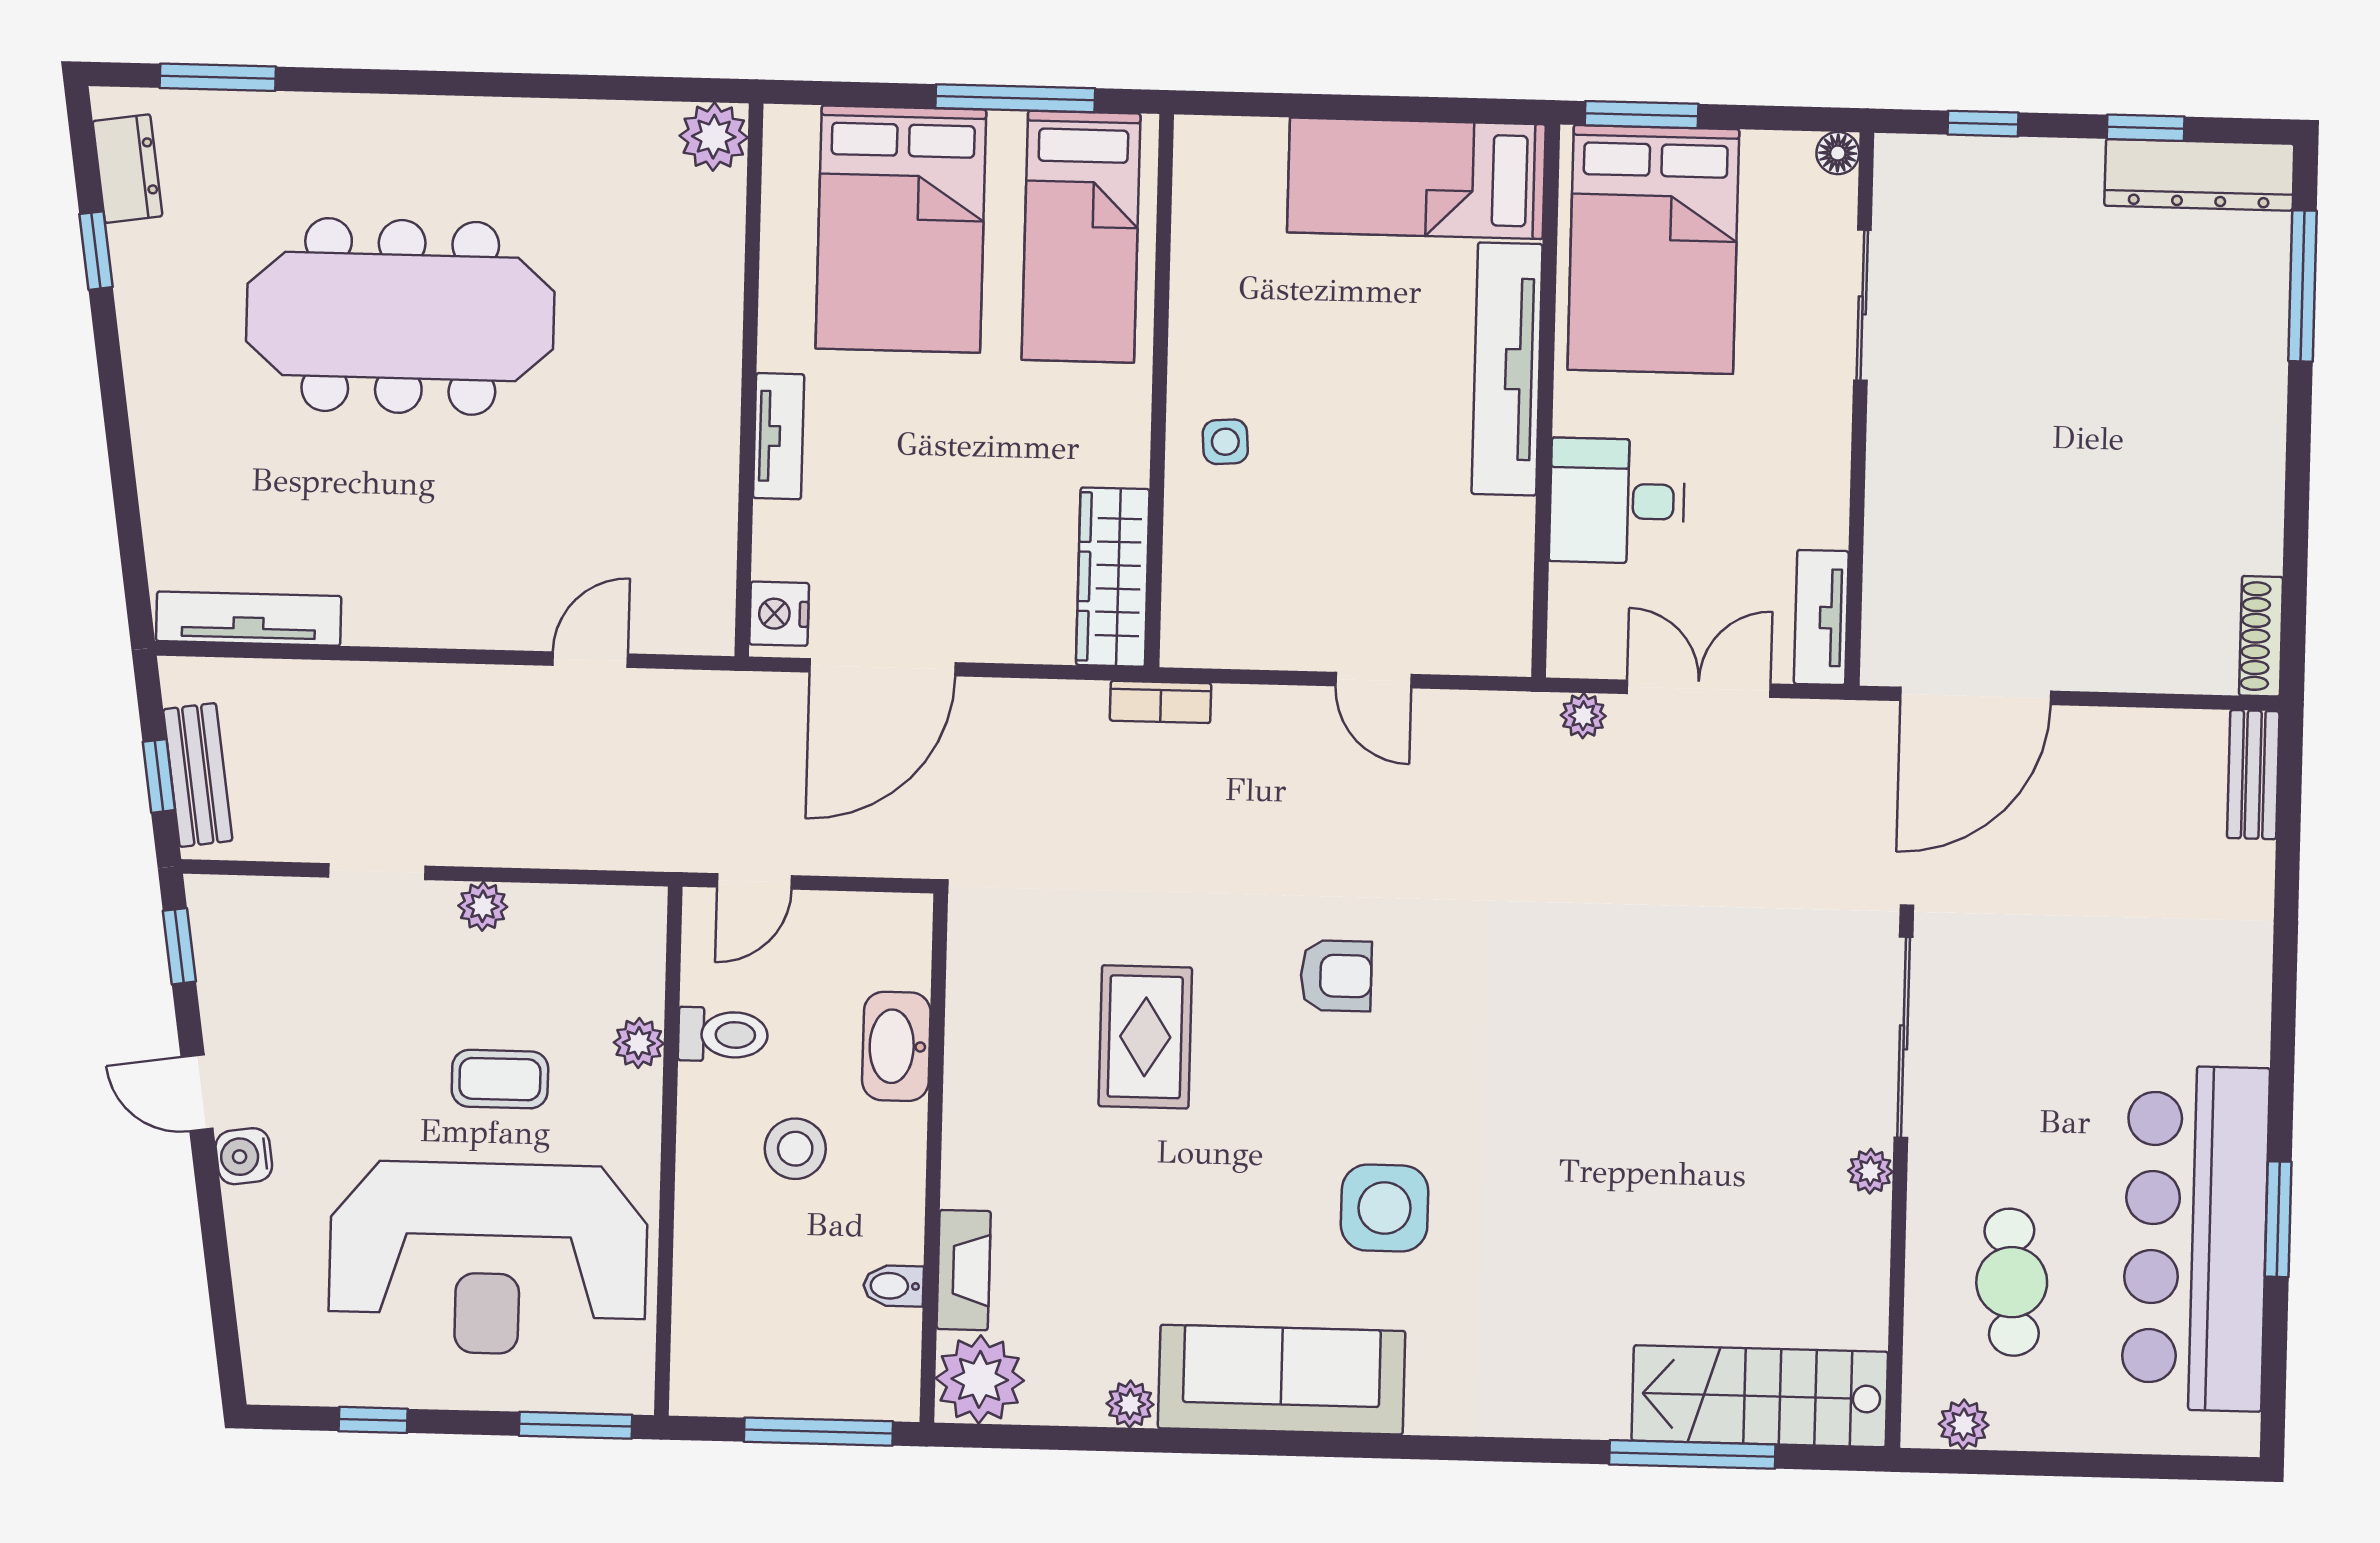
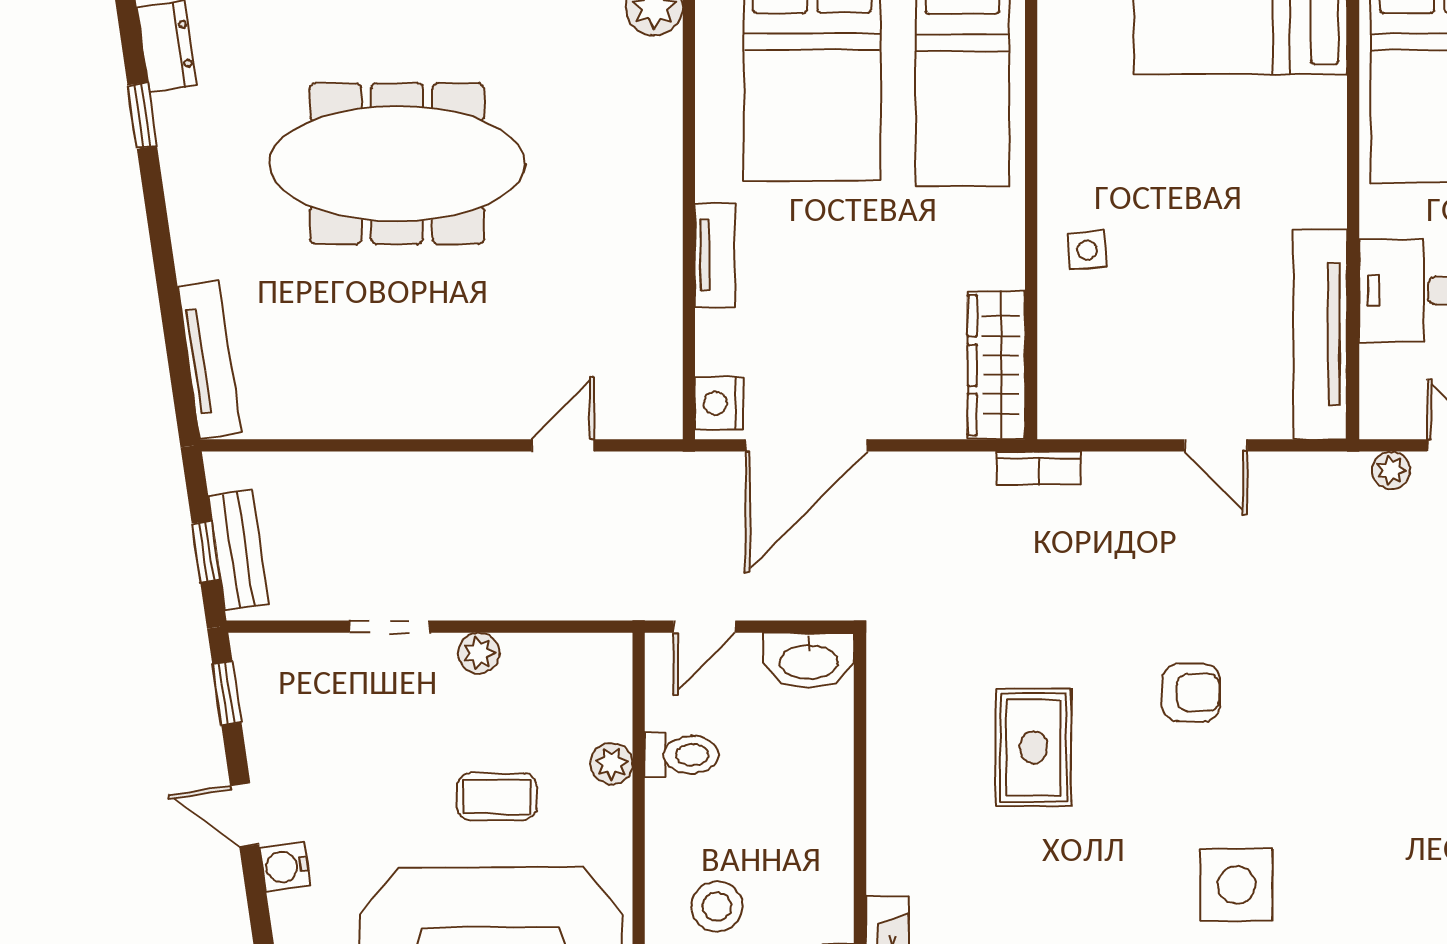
tv unit: (1507, 369) -> (1320, 334), moved
tv unit: (249, 619) -> (209, 360), moved, turned 82
washbasin: (896, 1046) -> (809, 660), moved, turned -90
stool: (795, 1149) -> (717, 907), moved

